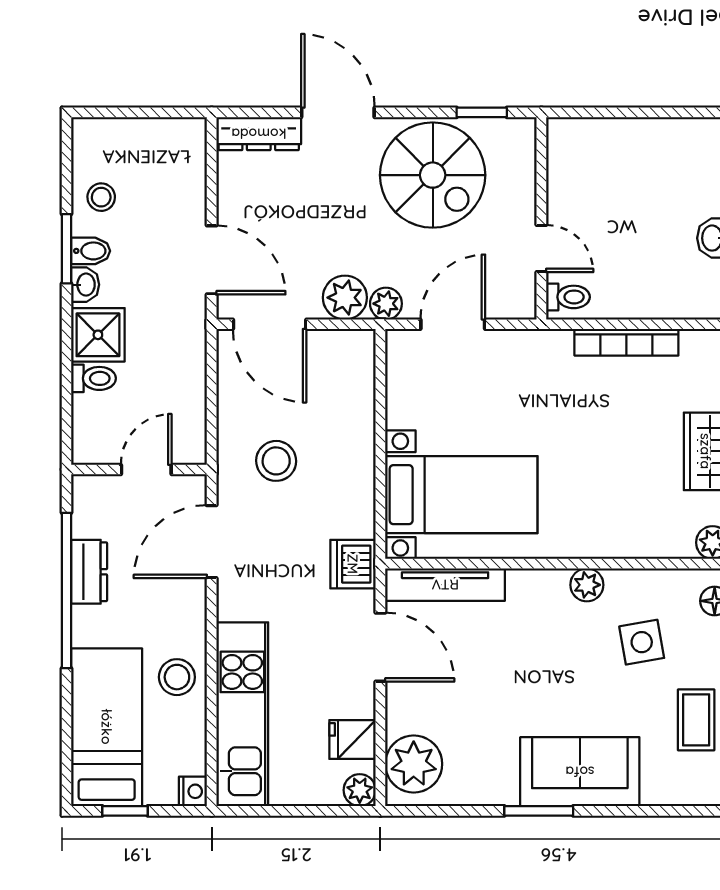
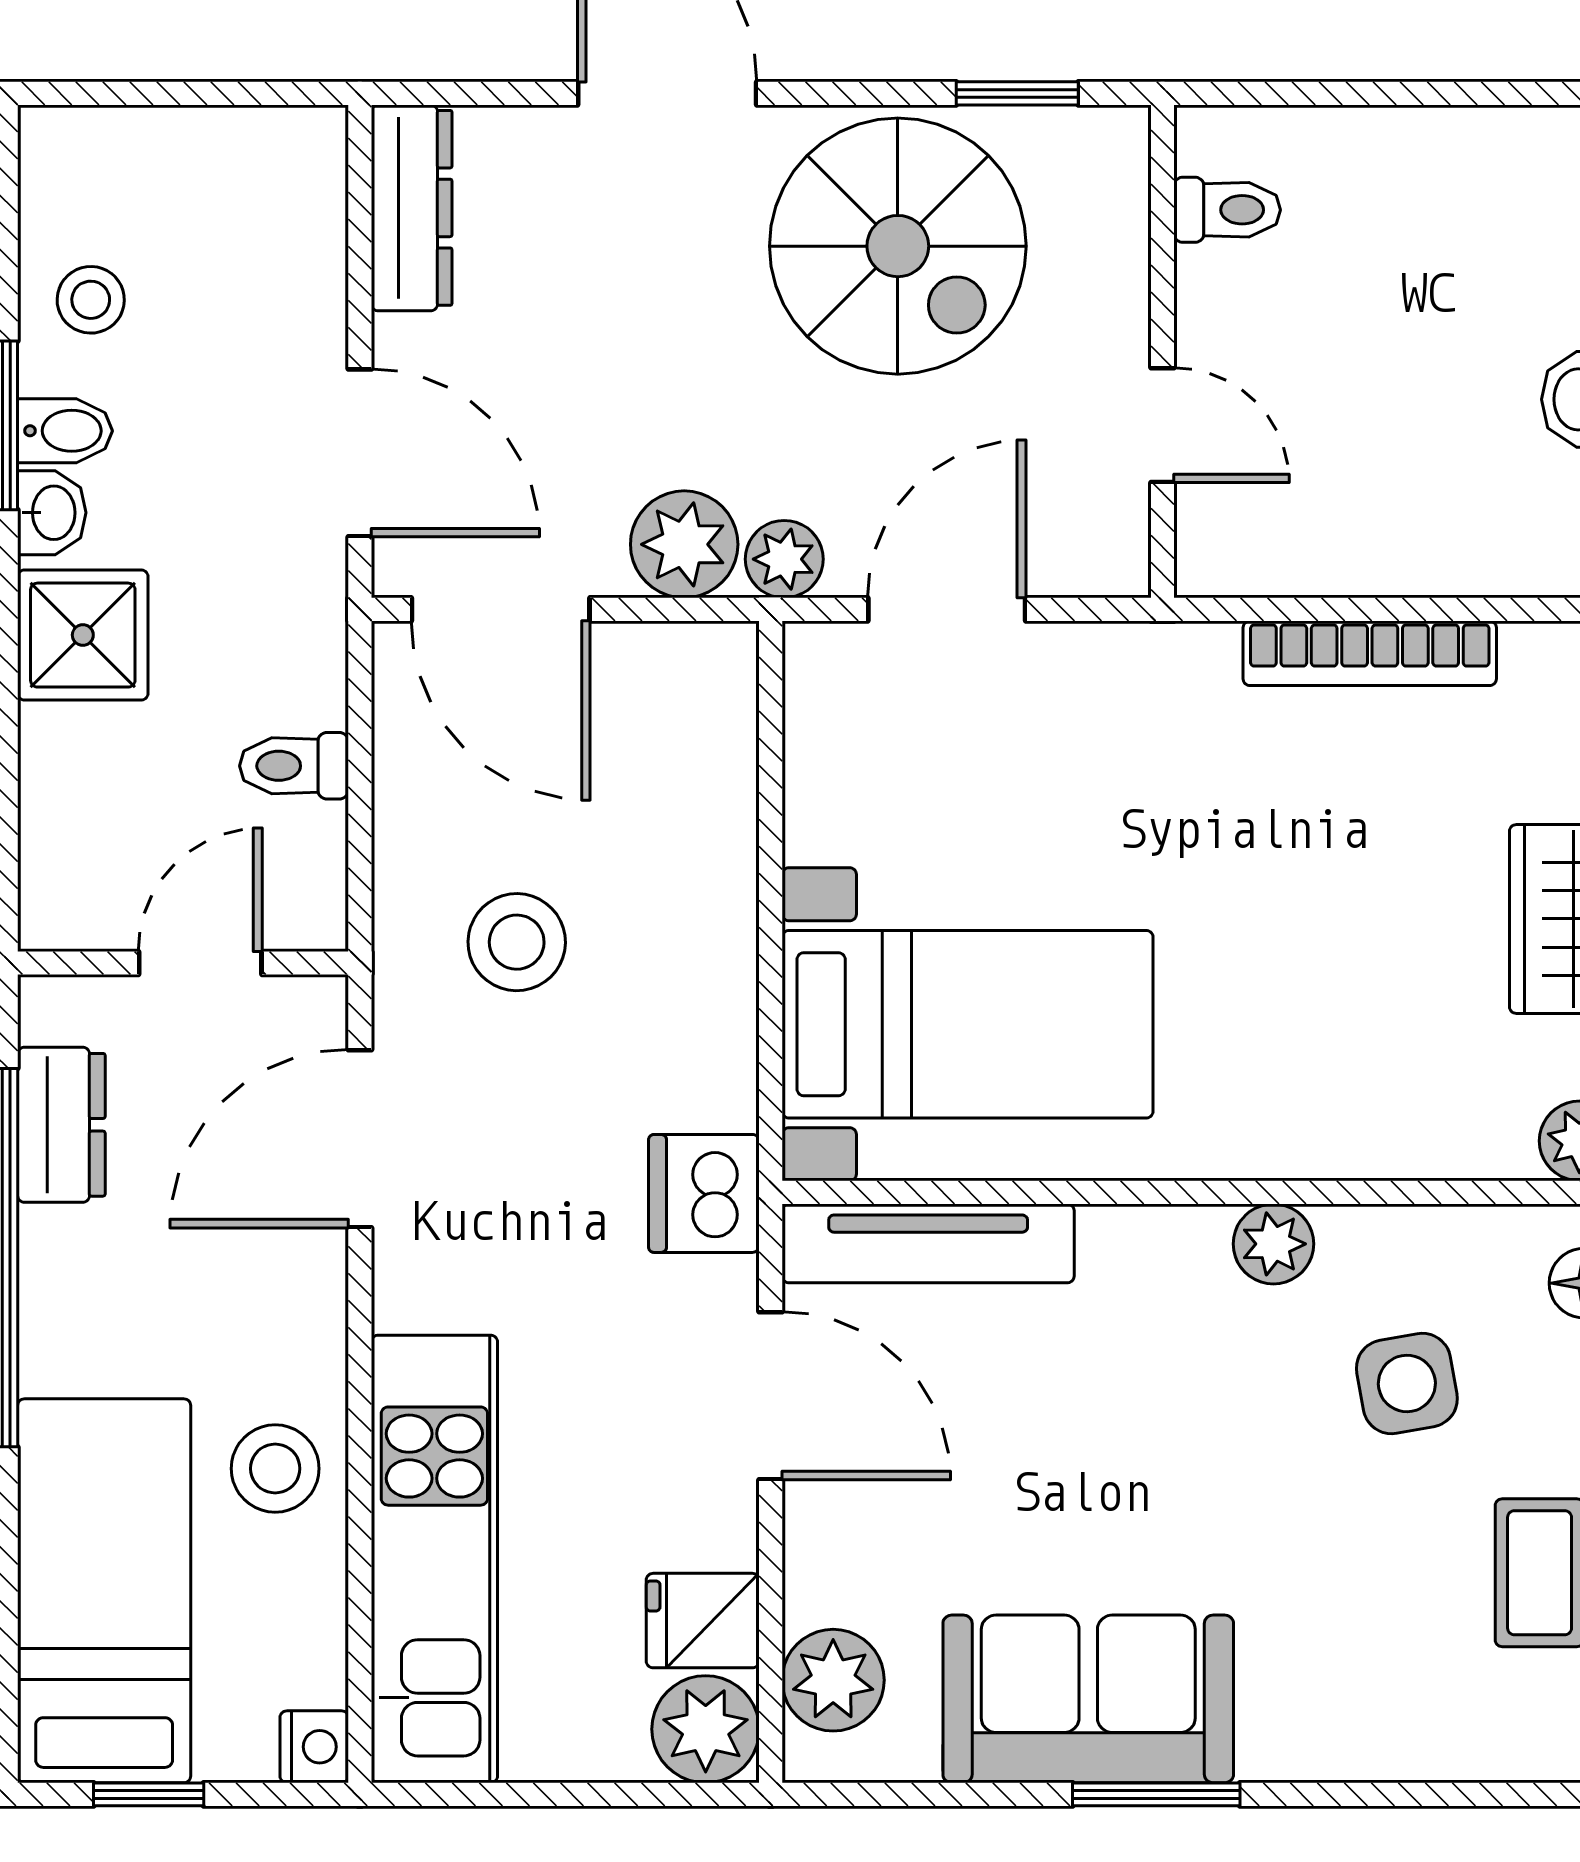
dresser: (259, 134) -> (412, 208), moved, turned -90
toilet: (568, 297) -> (1227, 210), moved
toilet: (94, 378) -> (294, 766), moved, turned 180
dresser: (89, 572) -> (61, 1125), moved
plant: (414, 764) -> (833, 1680), width x0.73, depth x0.73
sofa: (580, 772) -> (1088, 1699), moved
plant: (360, 790) -> (706, 1729), width x1.38, depth x1.38

